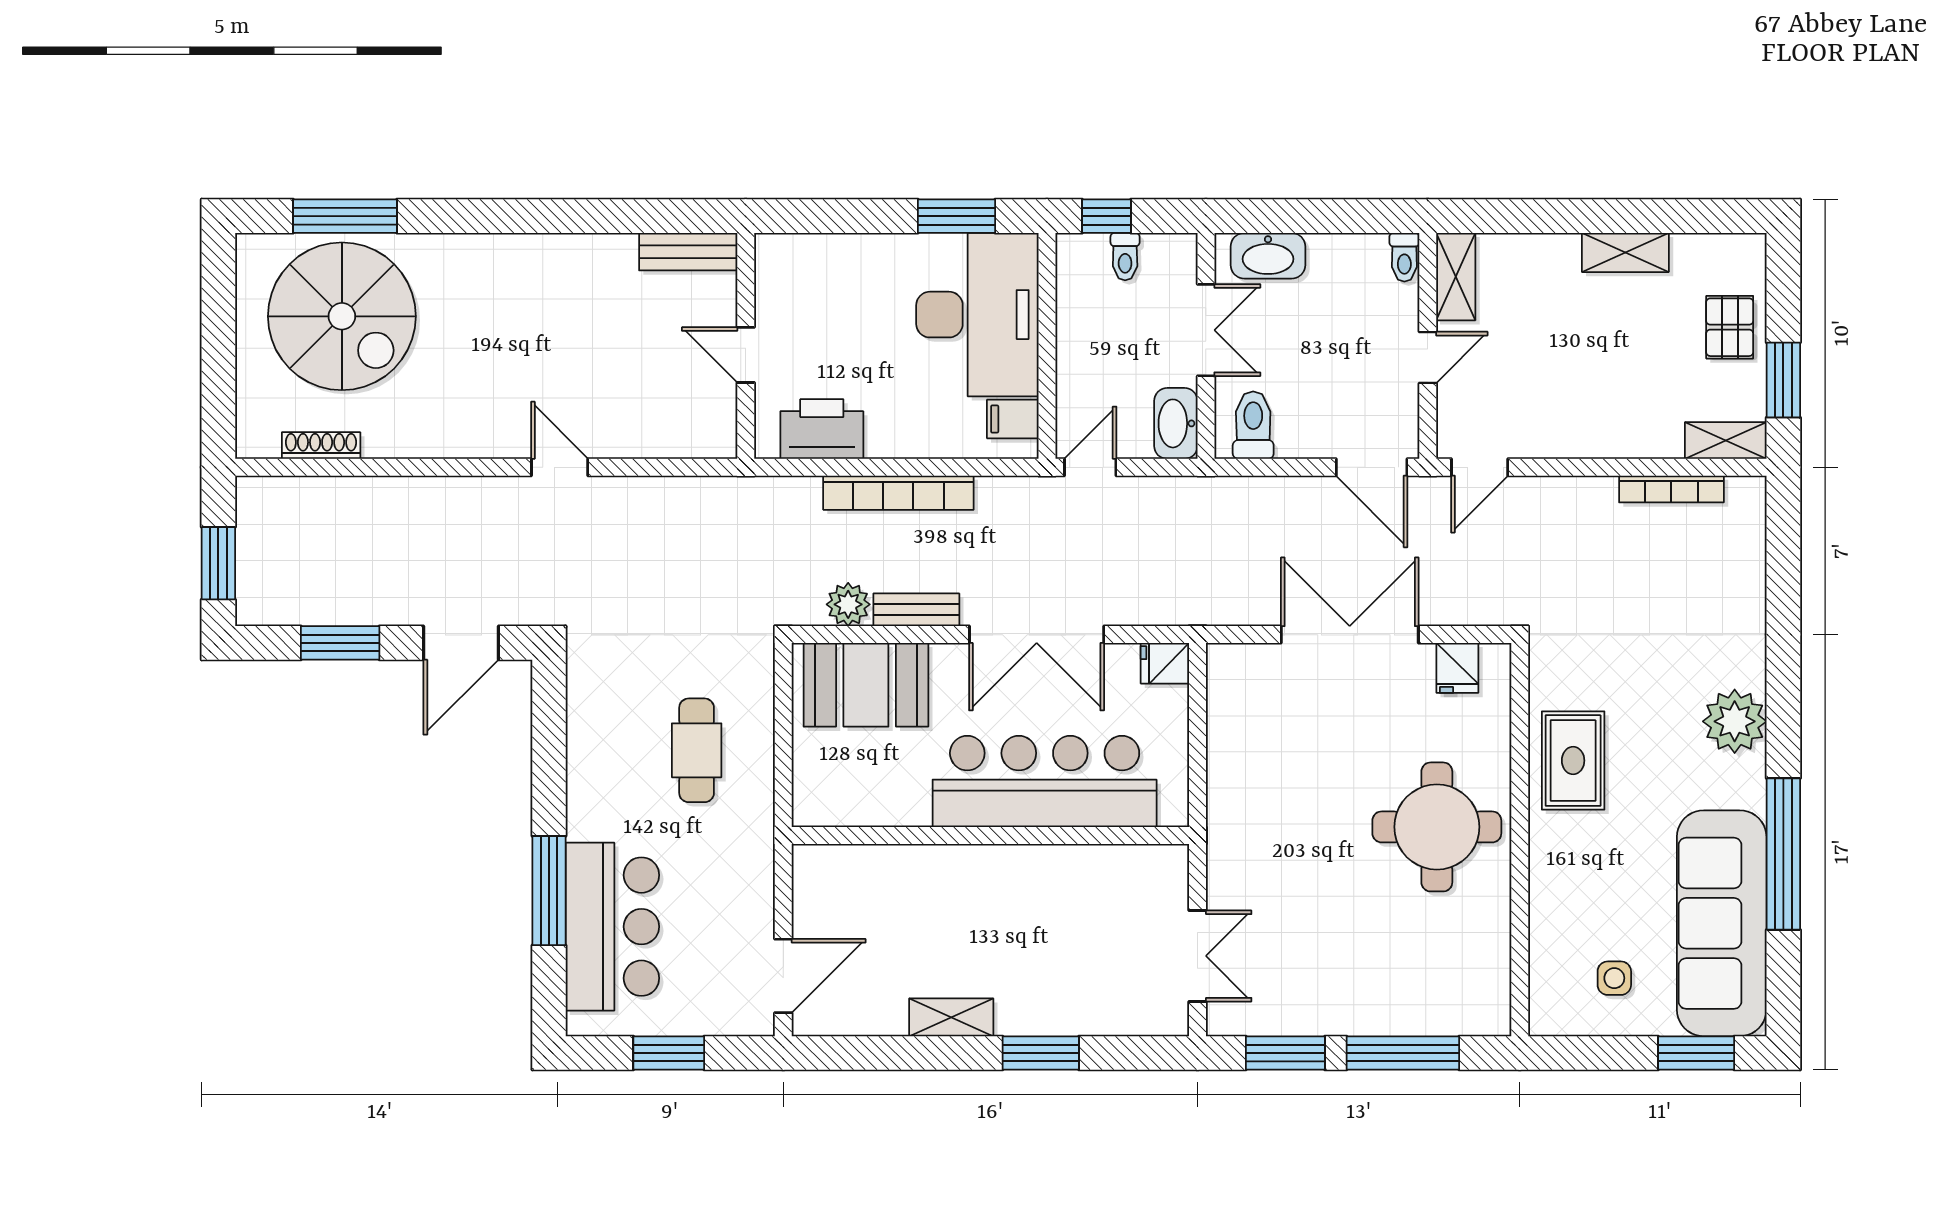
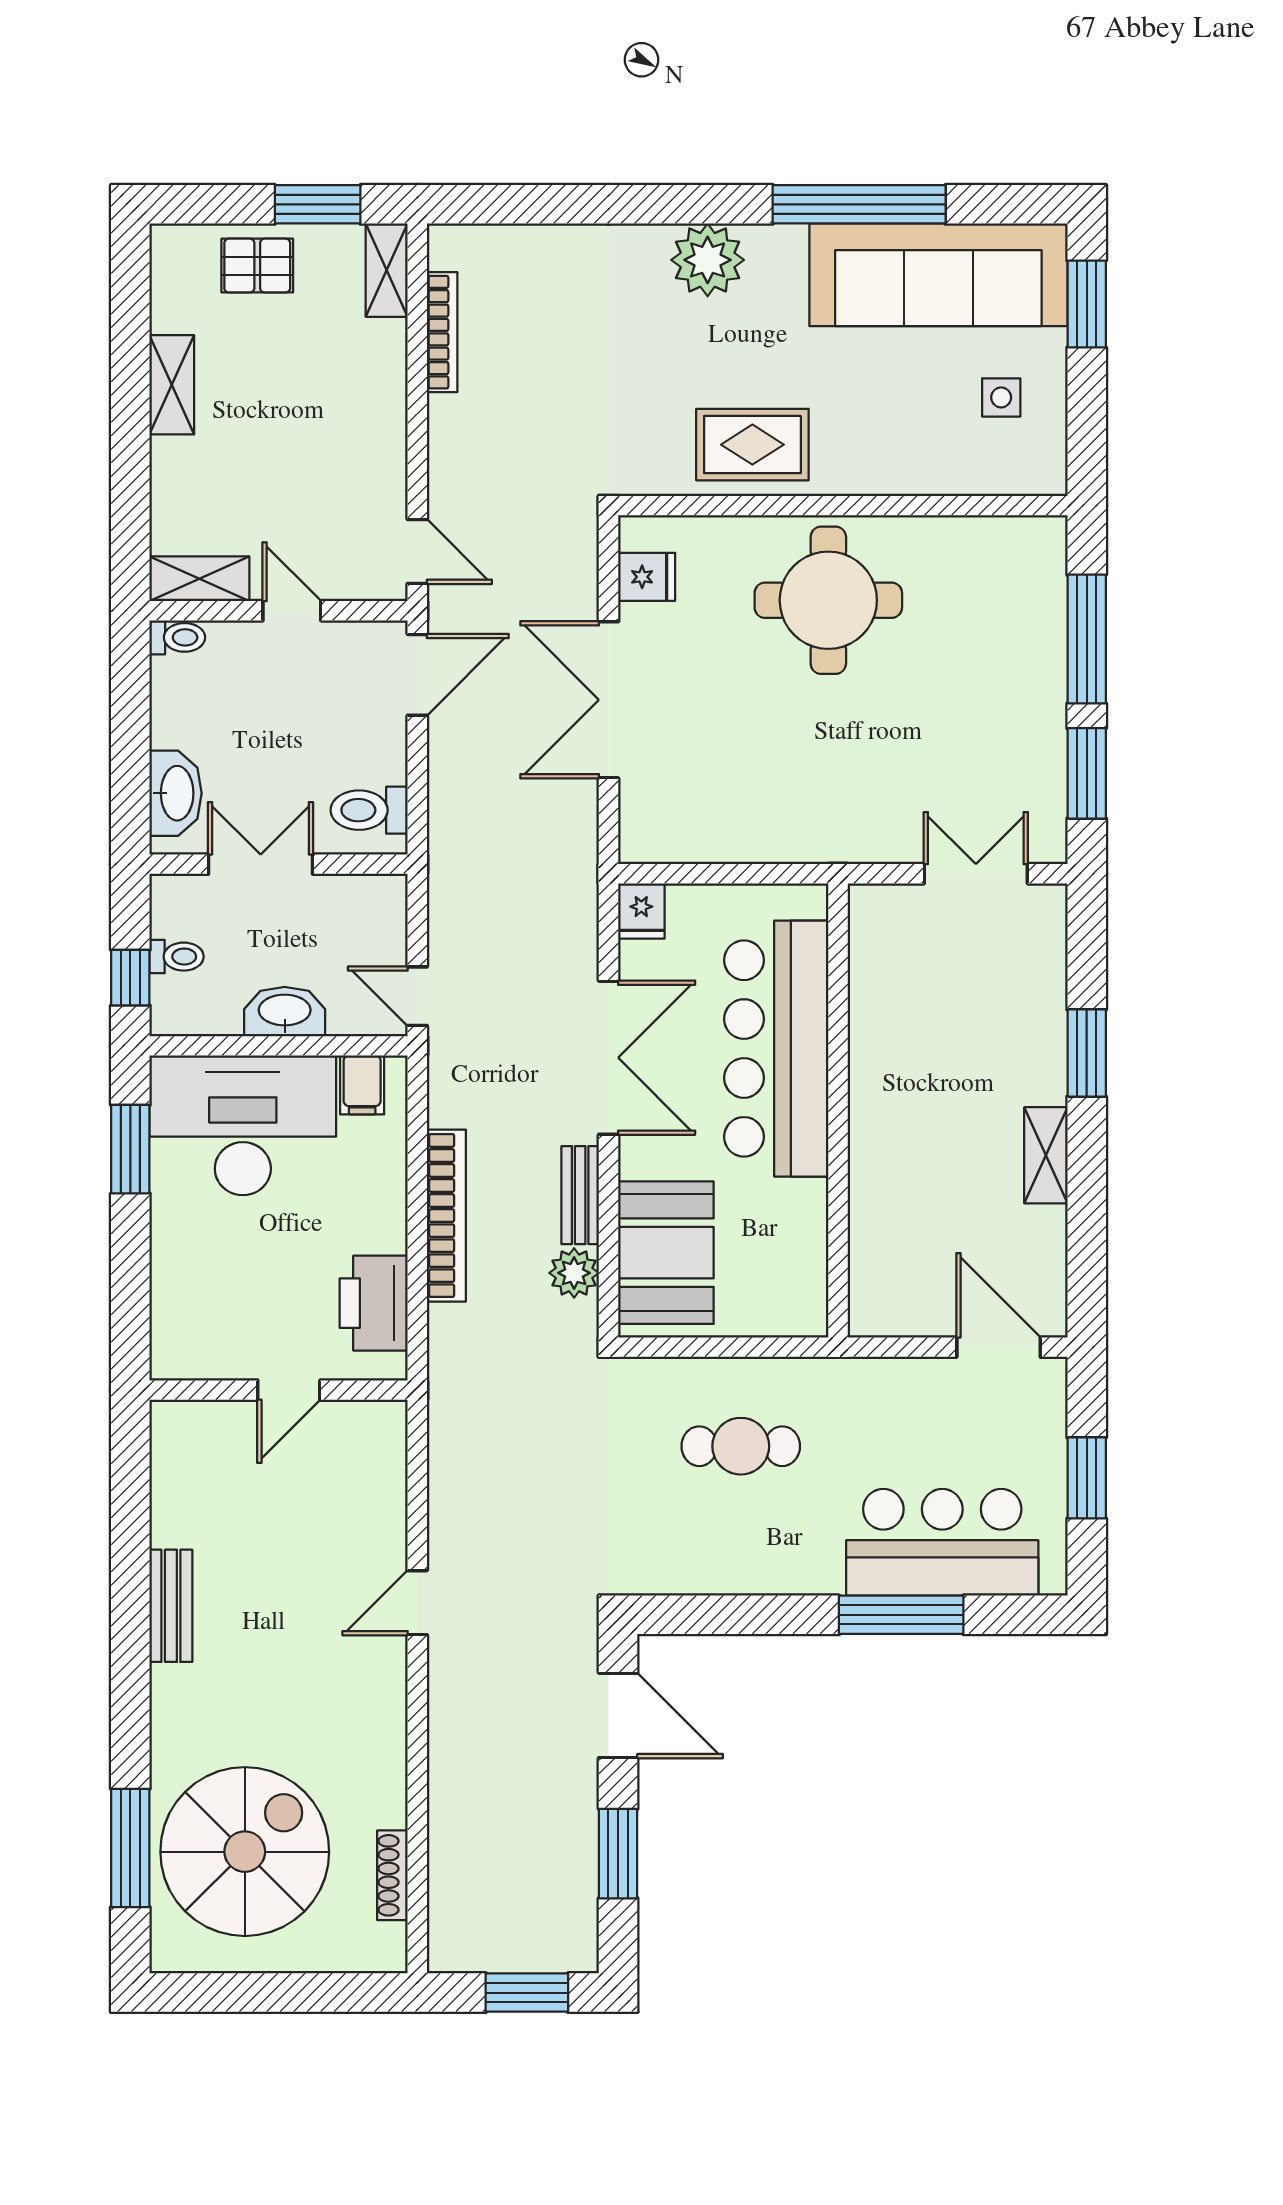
bench: (688, 252) -> (171, 1606), moved
washbasin: (1176, 423) -> (285, 1012), moved, turned 180

